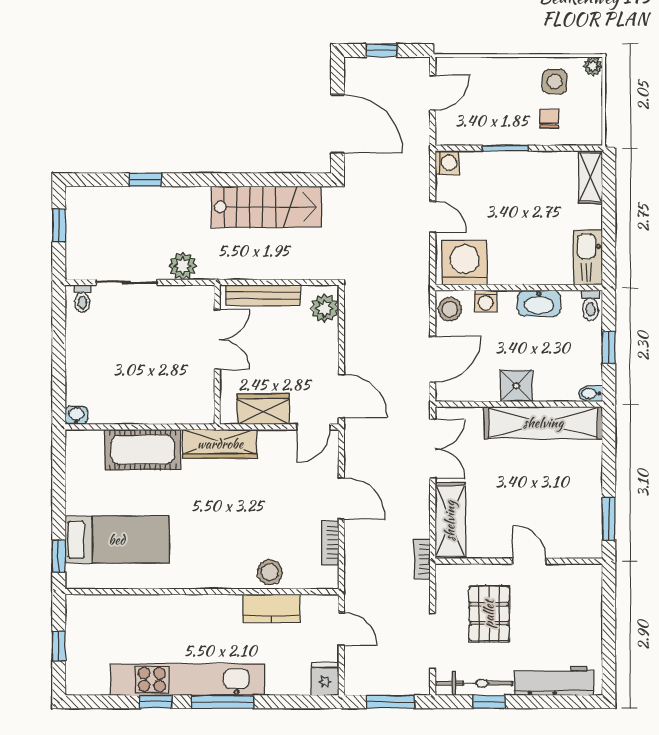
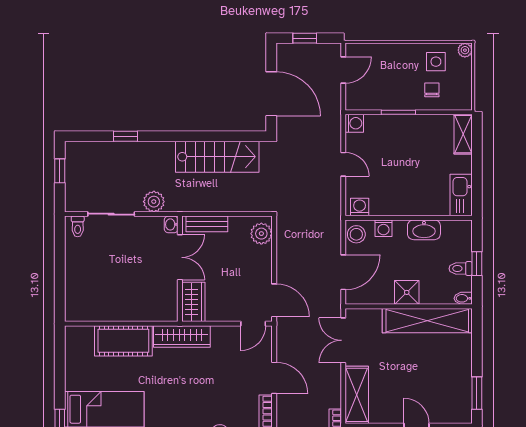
washing machine: (465, 263) -> (360, 207), width x0.53, depth x0.53
bench: (263, 295) -> (207, 224), width x0.73
toilet: (591, 305) -> (461, 269), moved, turned 90
wardrobe: (263, 409) -> (193, 302), moved, turned 90
washbasin: (76, 415) -> (171, 224), moved, turned -90
double door: (433, 449) -> (343, 340), swing flipped

